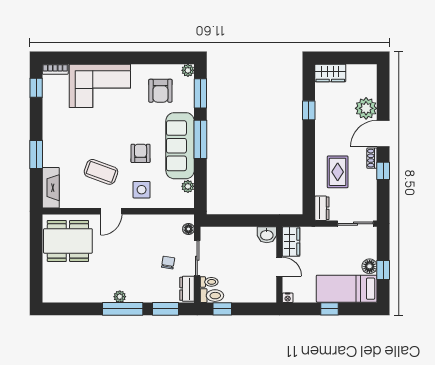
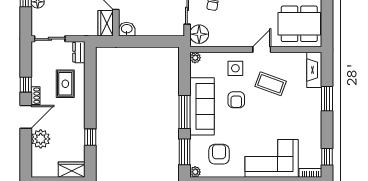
plant: (188, 186) -> (195, 58), moved
floor lamp: (188, 229) -> (199, 34), width x1.89, depth x1.89

